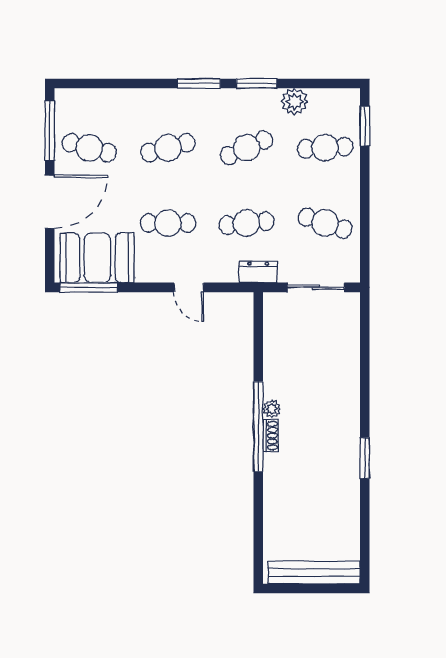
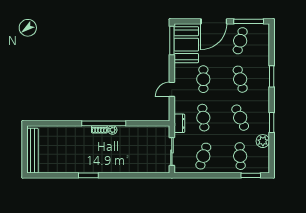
window: (199, 83) -> (272, 76), moved
door: (50, 202) -> (214, 21), hinge flipped

